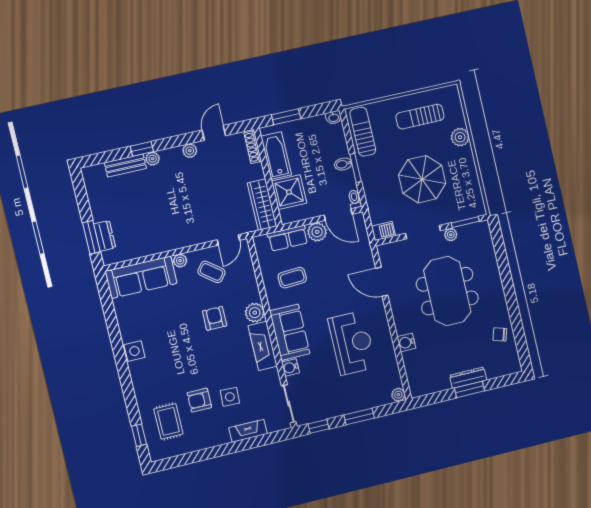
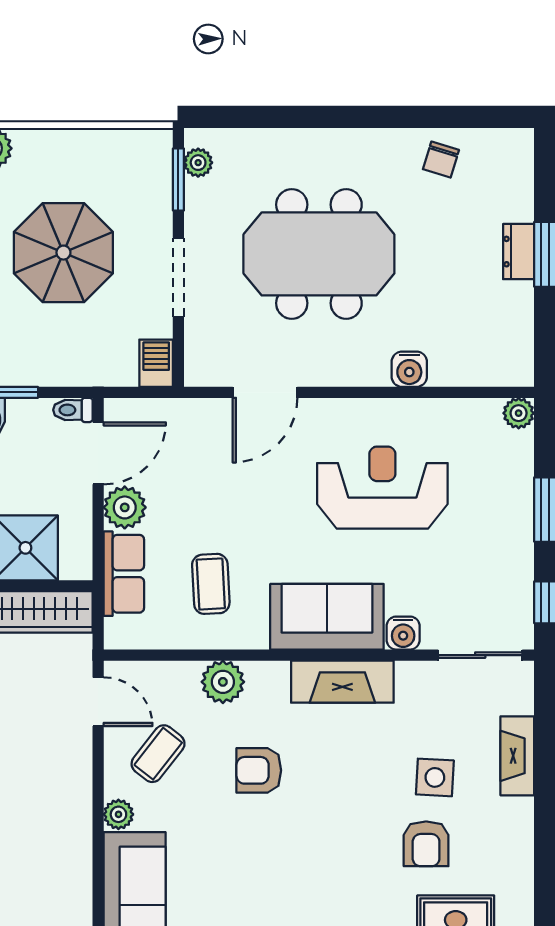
plant: (451, 235) -> (198, 163), moved
plant: (255, 313) -> (223, 682), moved
dresser: (468, 378) -> (519, 252), width x0.70

